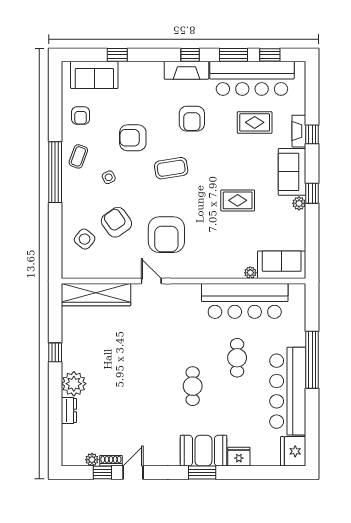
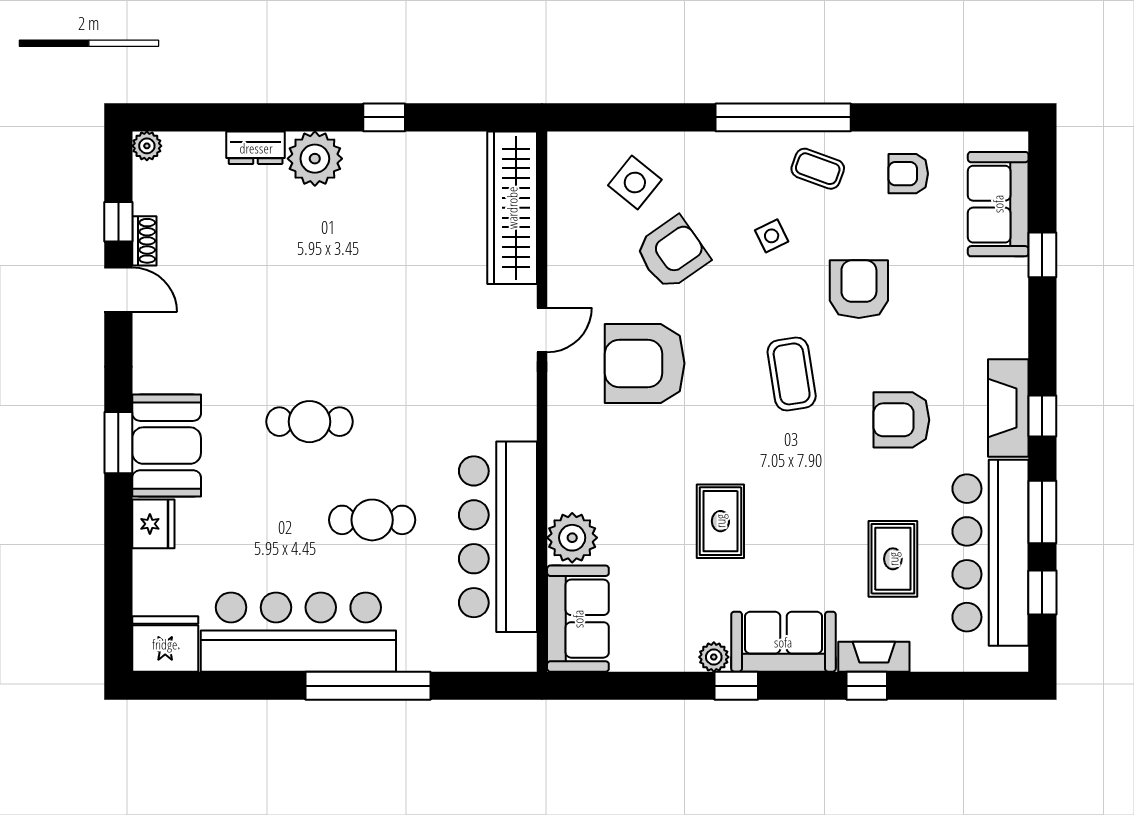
plant: (250, 273) -> (572, 538), width x1.88, depth x1.88
plant: (92, 460) -> (147, 146), moved

